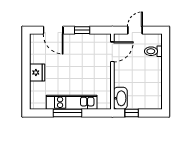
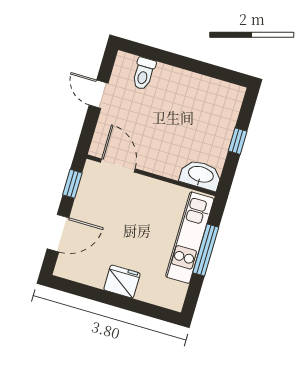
door: (112, 52) -> (118, 165), moved
wall: (112, 72) -> (151, 175), moved
washbasin: (120, 98) -> (201, 175), moved

